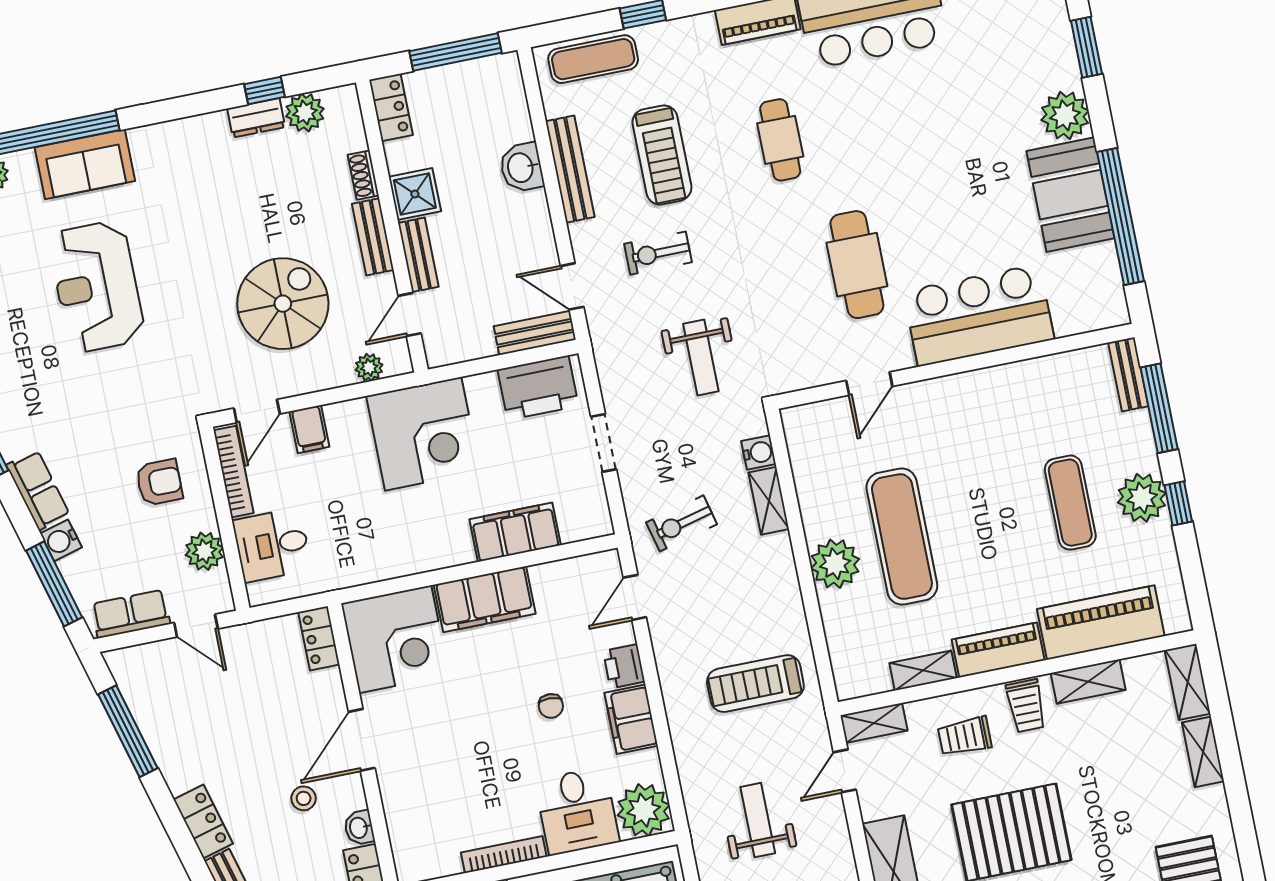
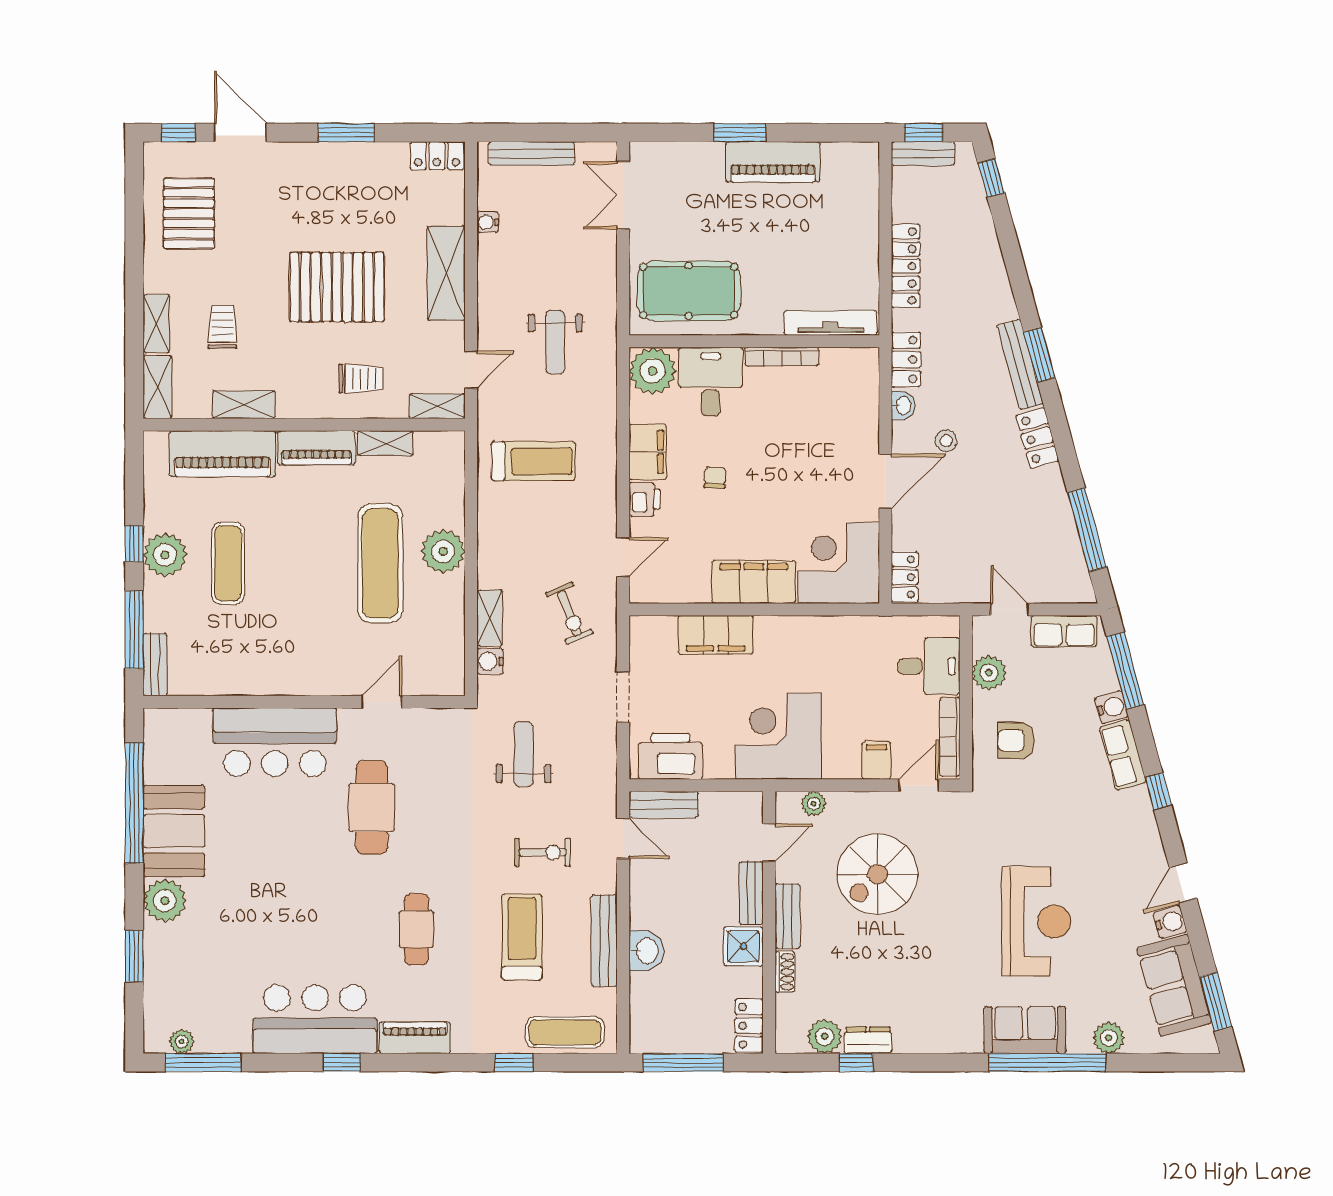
exercise bike: (682, 523) -> (569, 613), turned 82
trolley: (1026, 706) -> (222, 327), moved

